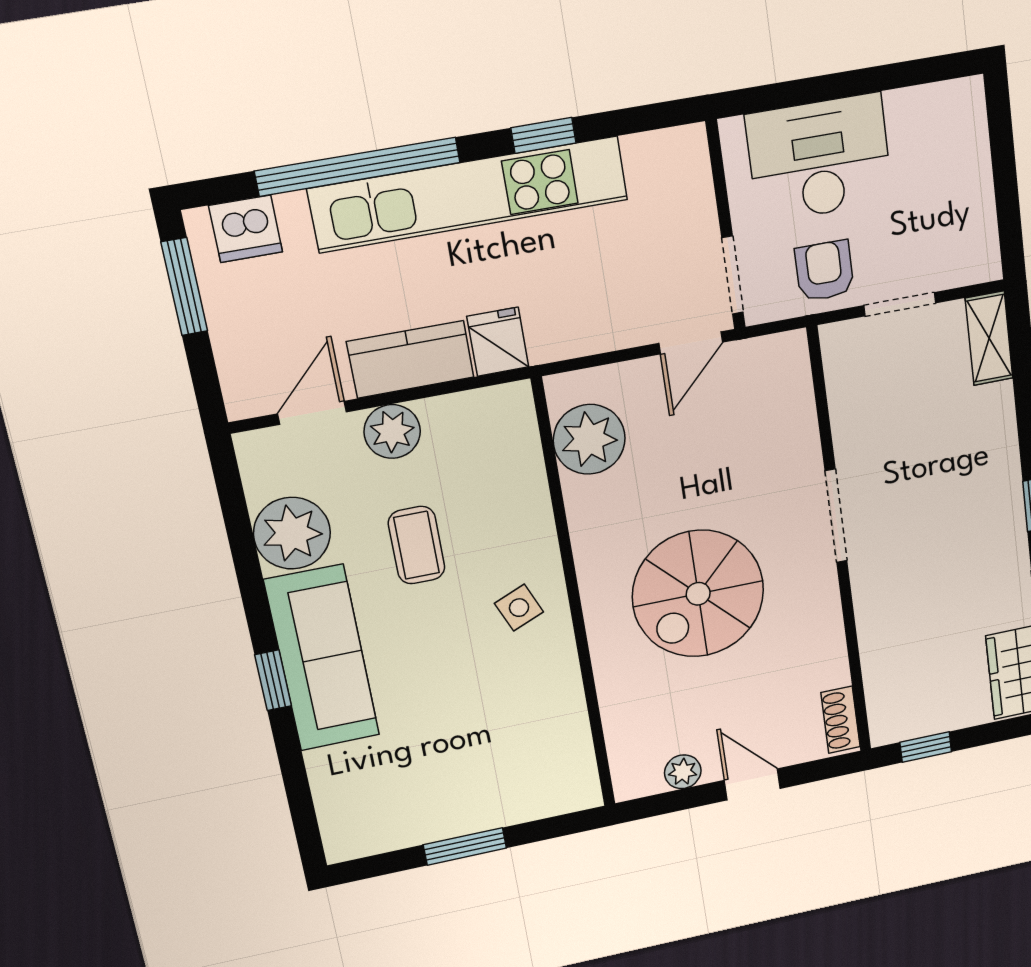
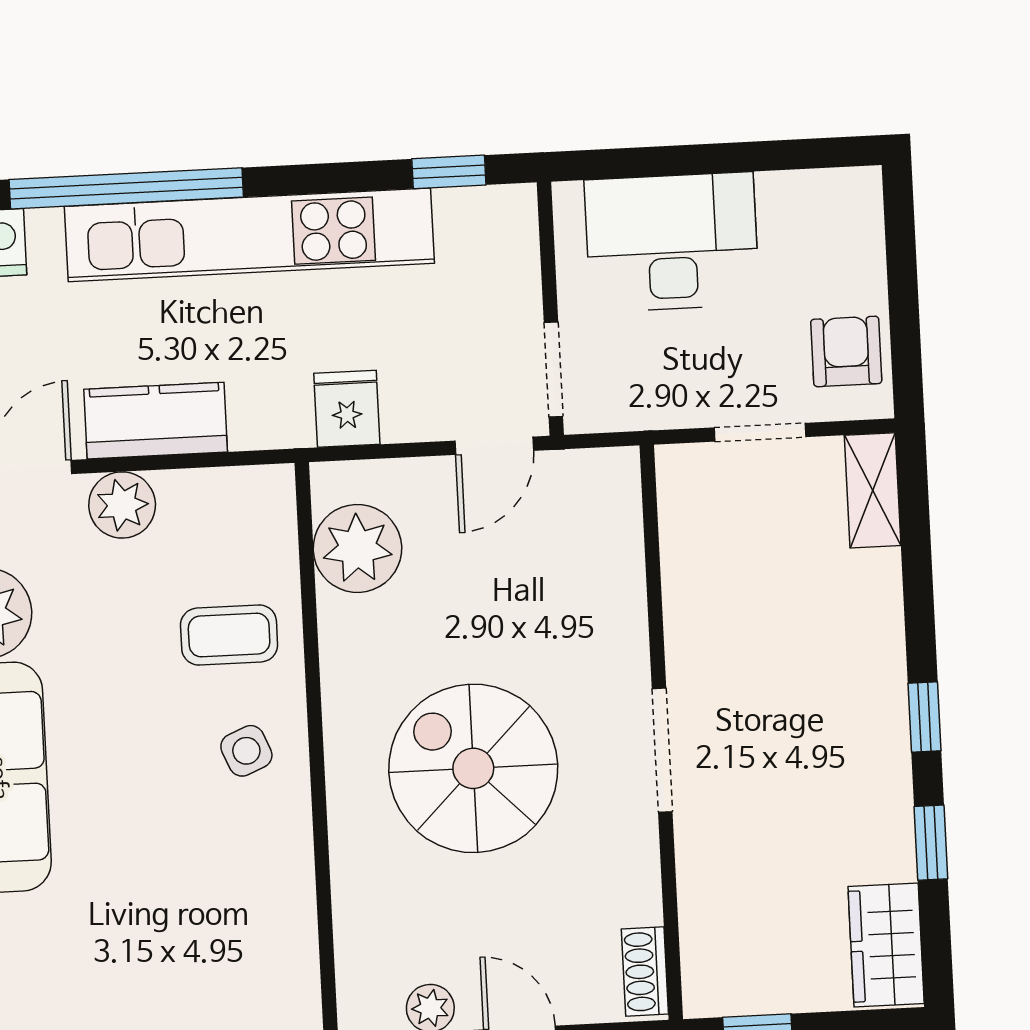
window: (543, 135) -> (449, 172), moved
armchair: (824, 271) -> (846, 351), moved
fridge: (498, 342) -> (347, 409), moved
doorway: (836, 516) -> (662, 750), moved
coffee table: (417, 545) -> (229, 635), moved, turned 90
spiral stairs: (698, 594) -> (473, 768), turned 90

